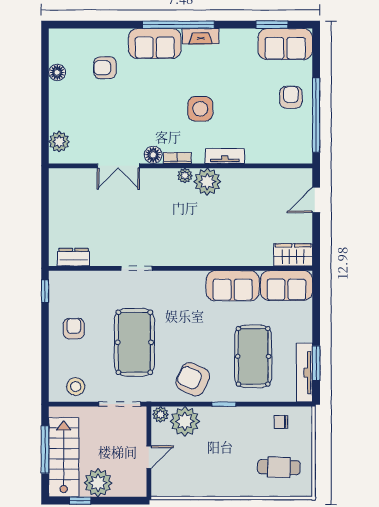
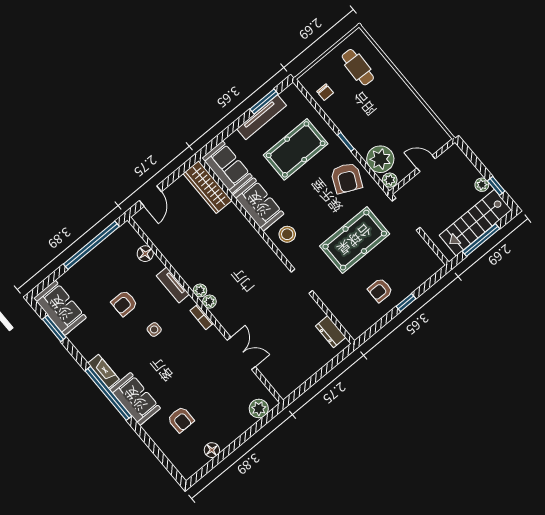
armchair: (291, 97) -> (124, 303), moved
side table: (200, 109) -> (154, 329), width x0.54, depth x0.54
floor lamp: (153, 155) -> (145, 254), moved
plant: (207, 182) -> (200, 290), width x0.53, depth x0.53
door: (316, 200) -> (150, 196), hinge flipped
wardrobe: (293, 255) -> (208, 187), width x1.50
window: (45, 291) -> (406, 303), moved
tv unit: (304, 373) -> (262, 117), moved
stool: (76, 387) -> (287, 234), moved
plant: (98, 483) -> (482, 185), width x0.53, depth x0.53

